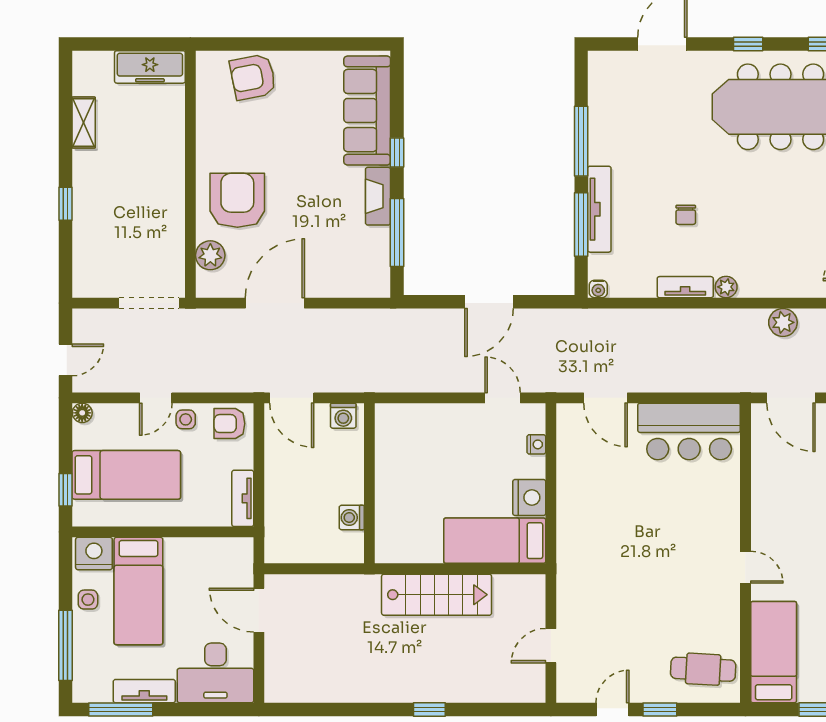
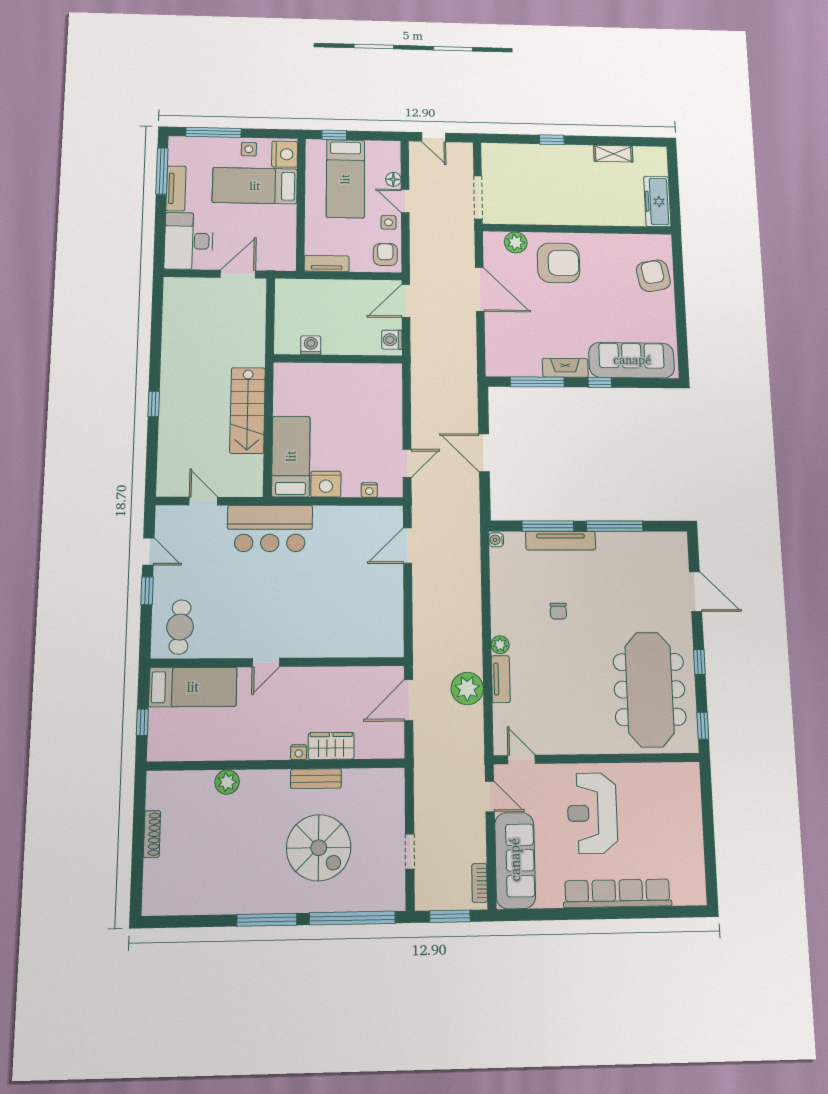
chair: (686, 215) -> (558, 611), turned -90
tv unit: (685, 287) -> (501, 679), moved
plant: (783, 322) -> (467, 689), width x1.36, depth x1.36
floor lamp: (82, 413) -> (393, 179), moved
bar counter: (689, 431) -> (270, 529), moved, turned -90

